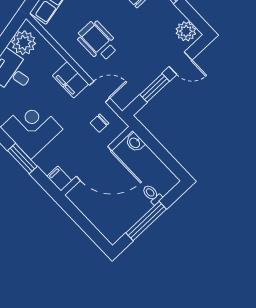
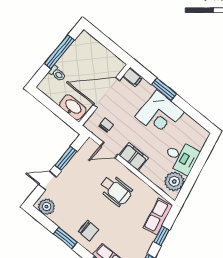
washbasin: (135, 143) -> (73, 107), width x1.91, depth x1.45

